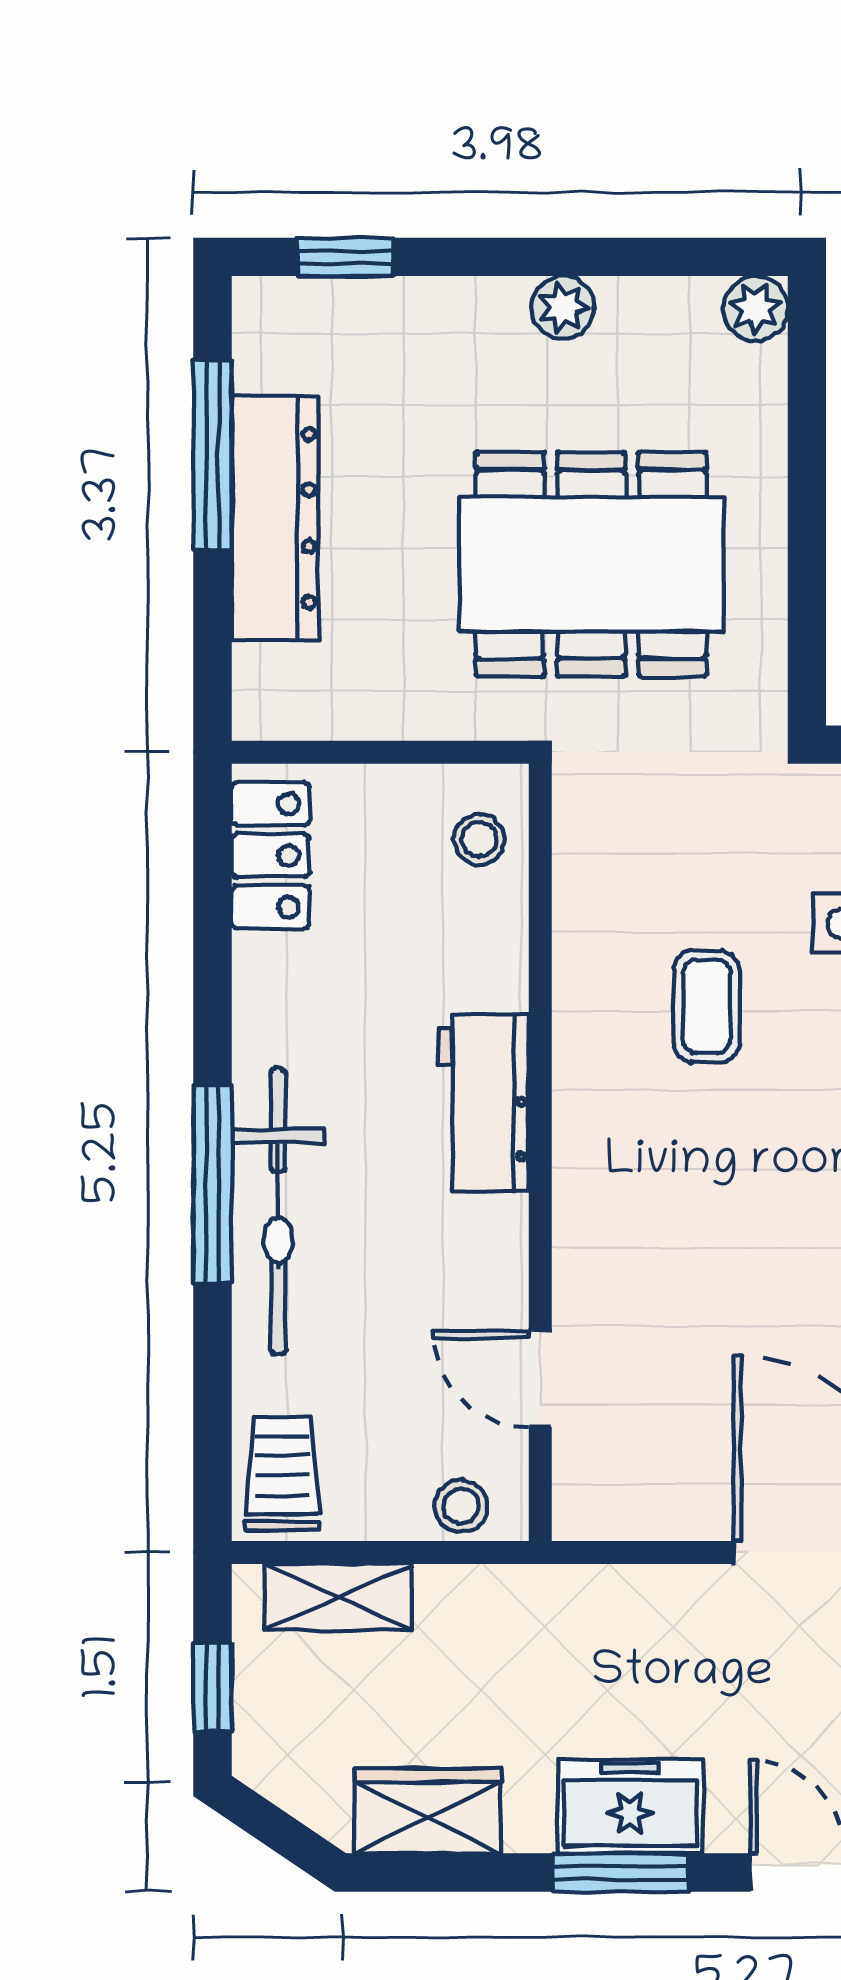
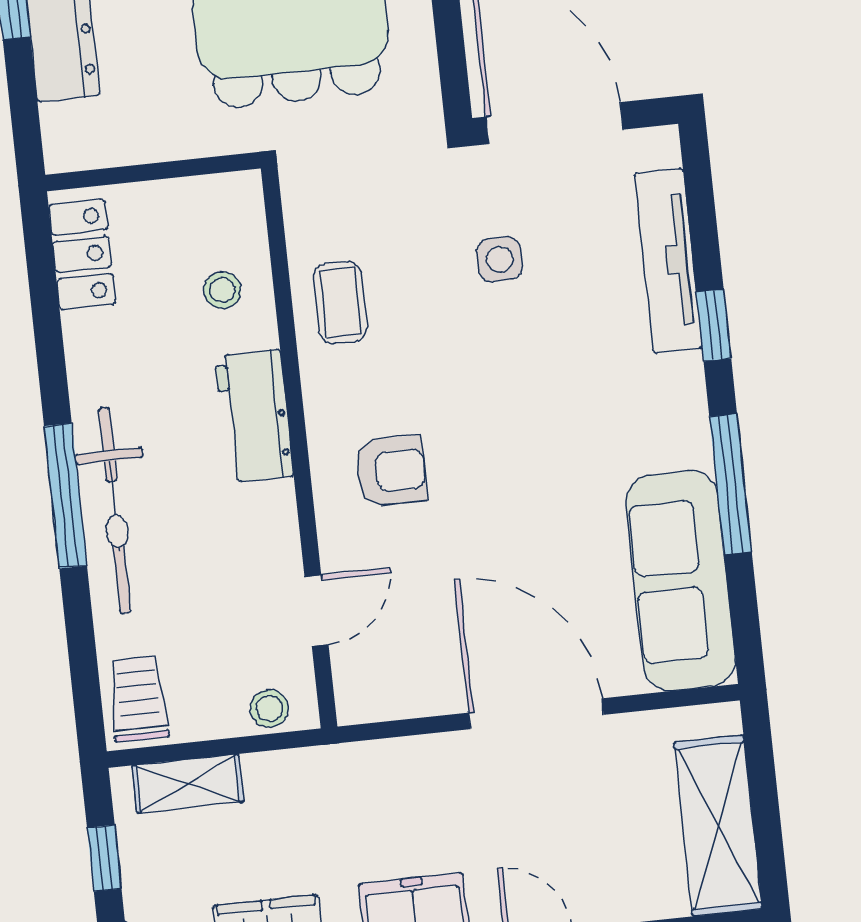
stool: (479, 839) -> (222, 290), moved
coffee table: (707, 1006) -> (340, 302), moved
armchair: (663, 1198) -> (391, 471), added
door: (540, 1379) -> (317, 611), swing flipped

